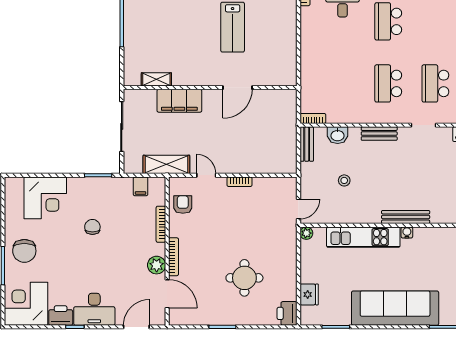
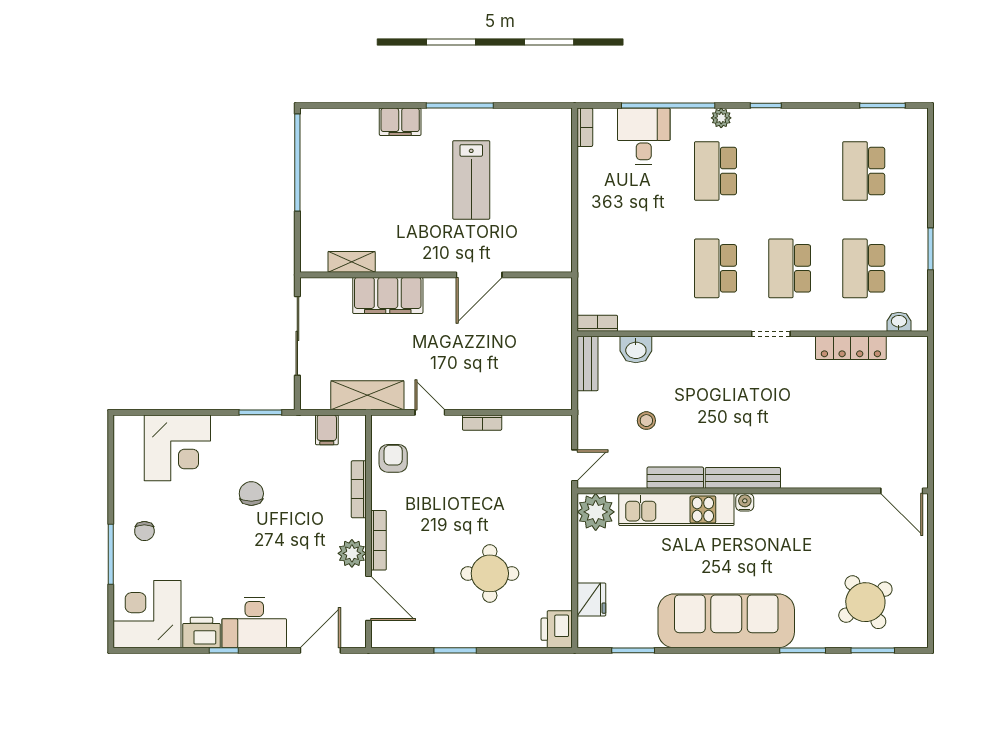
bench: (379, 134) -> (675, 478), moved
plant: (306, 233) -> (596, 512), width x1.87, depth x1.87
chair: (24, 251) -> (144, 531), width x0.54, depth x0.54

